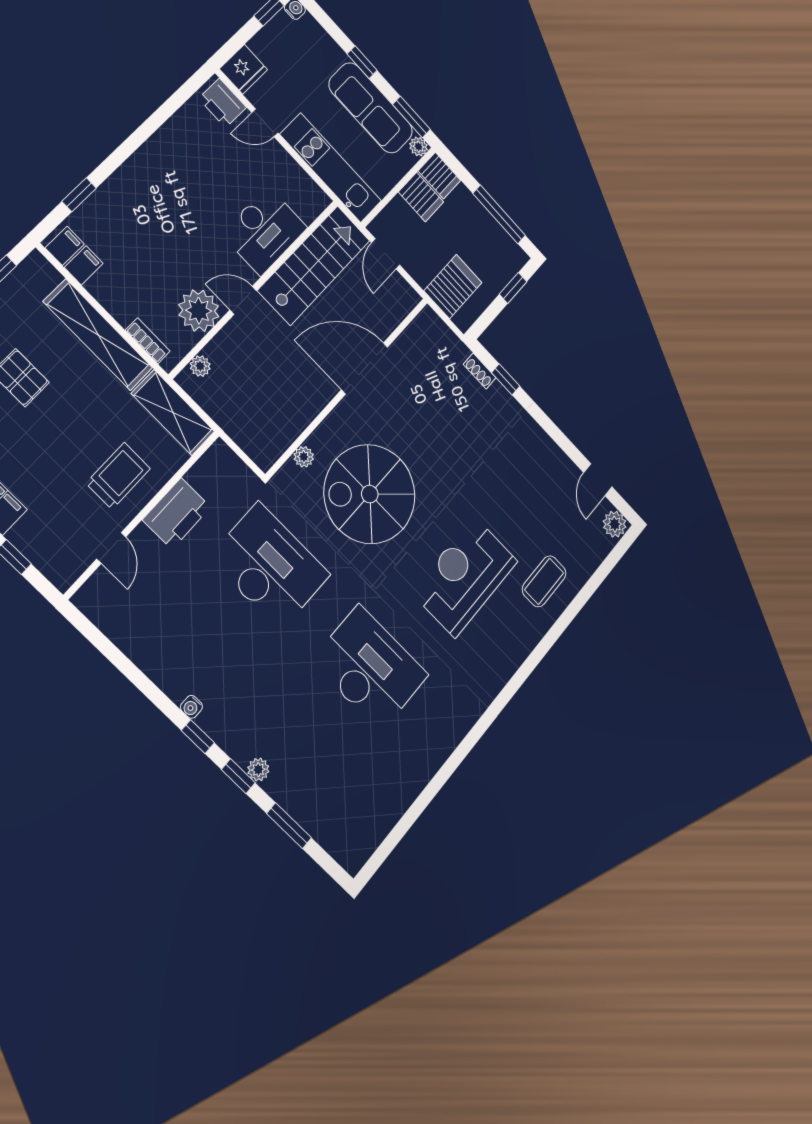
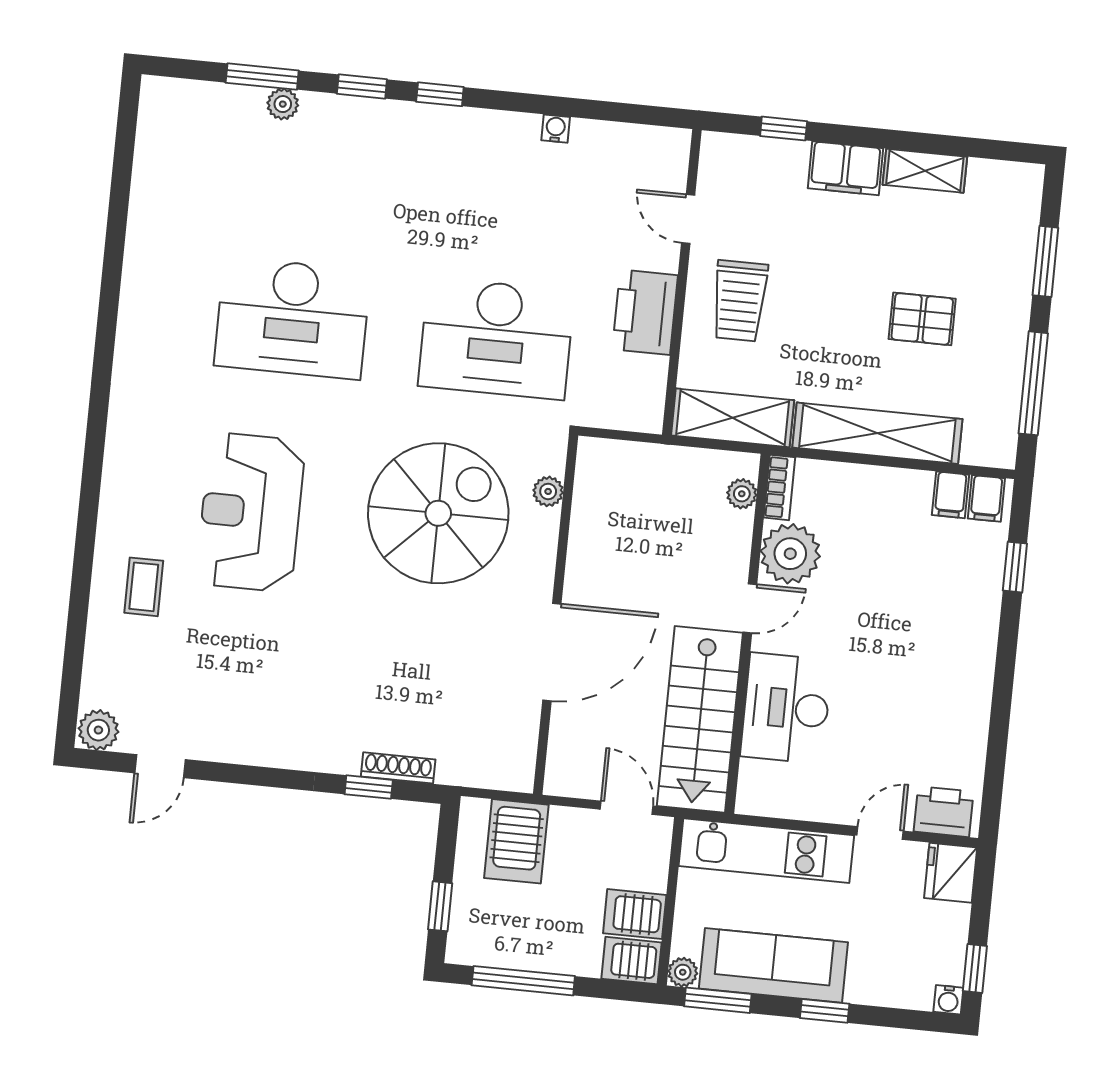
bookcase: (148, 341) -> (779, 487), moved, turned -90
shoe rack: (480, 371) -> (398, 768), width x1.43
door: (598, 480) -> (160, 766), swing flipped
reception desk: (465, 577) -> (251, 512), turned 180
coffee table: (544, 581) -> (144, 587), width x0.73, depth x0.77
water cooler: (191, 707) -> (556, 129), moved
plant: (258, 770) -> (283, 104), moved

